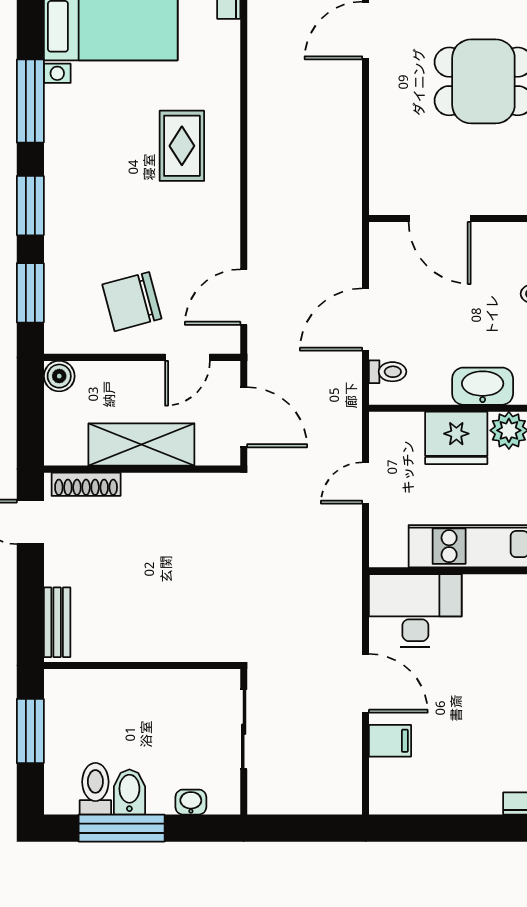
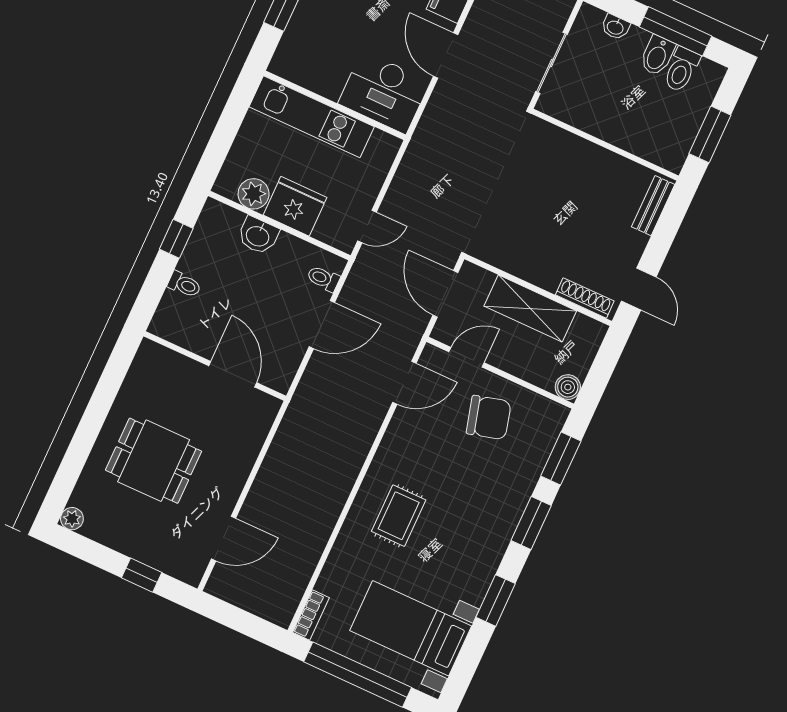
window: (30, 101) -> (496, 600), width x0.69
washbasin: (483, 386) -> (258, 236), width x0.72
door: (366, 483) -> (367, 227), moved

